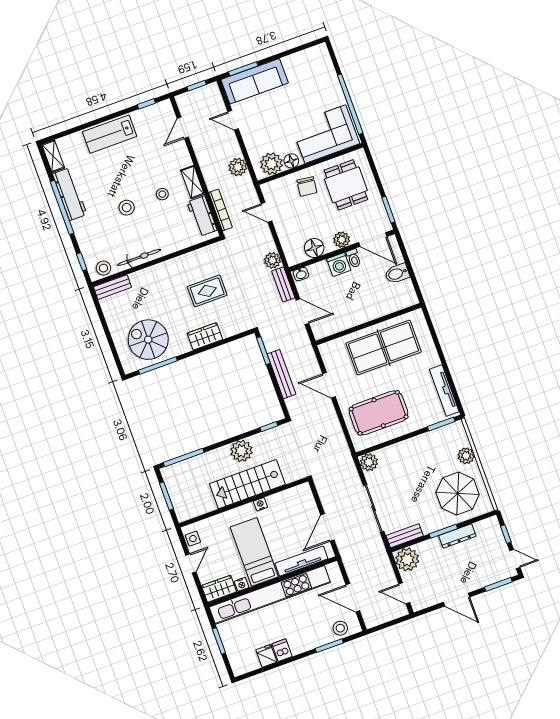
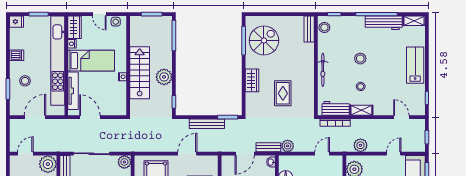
bicycle: (139, 257) -> (323, 70), moved
stool: (340, 628) -> (25, 81), moved
fridge: (266, 656) -> (17, 22), moved

